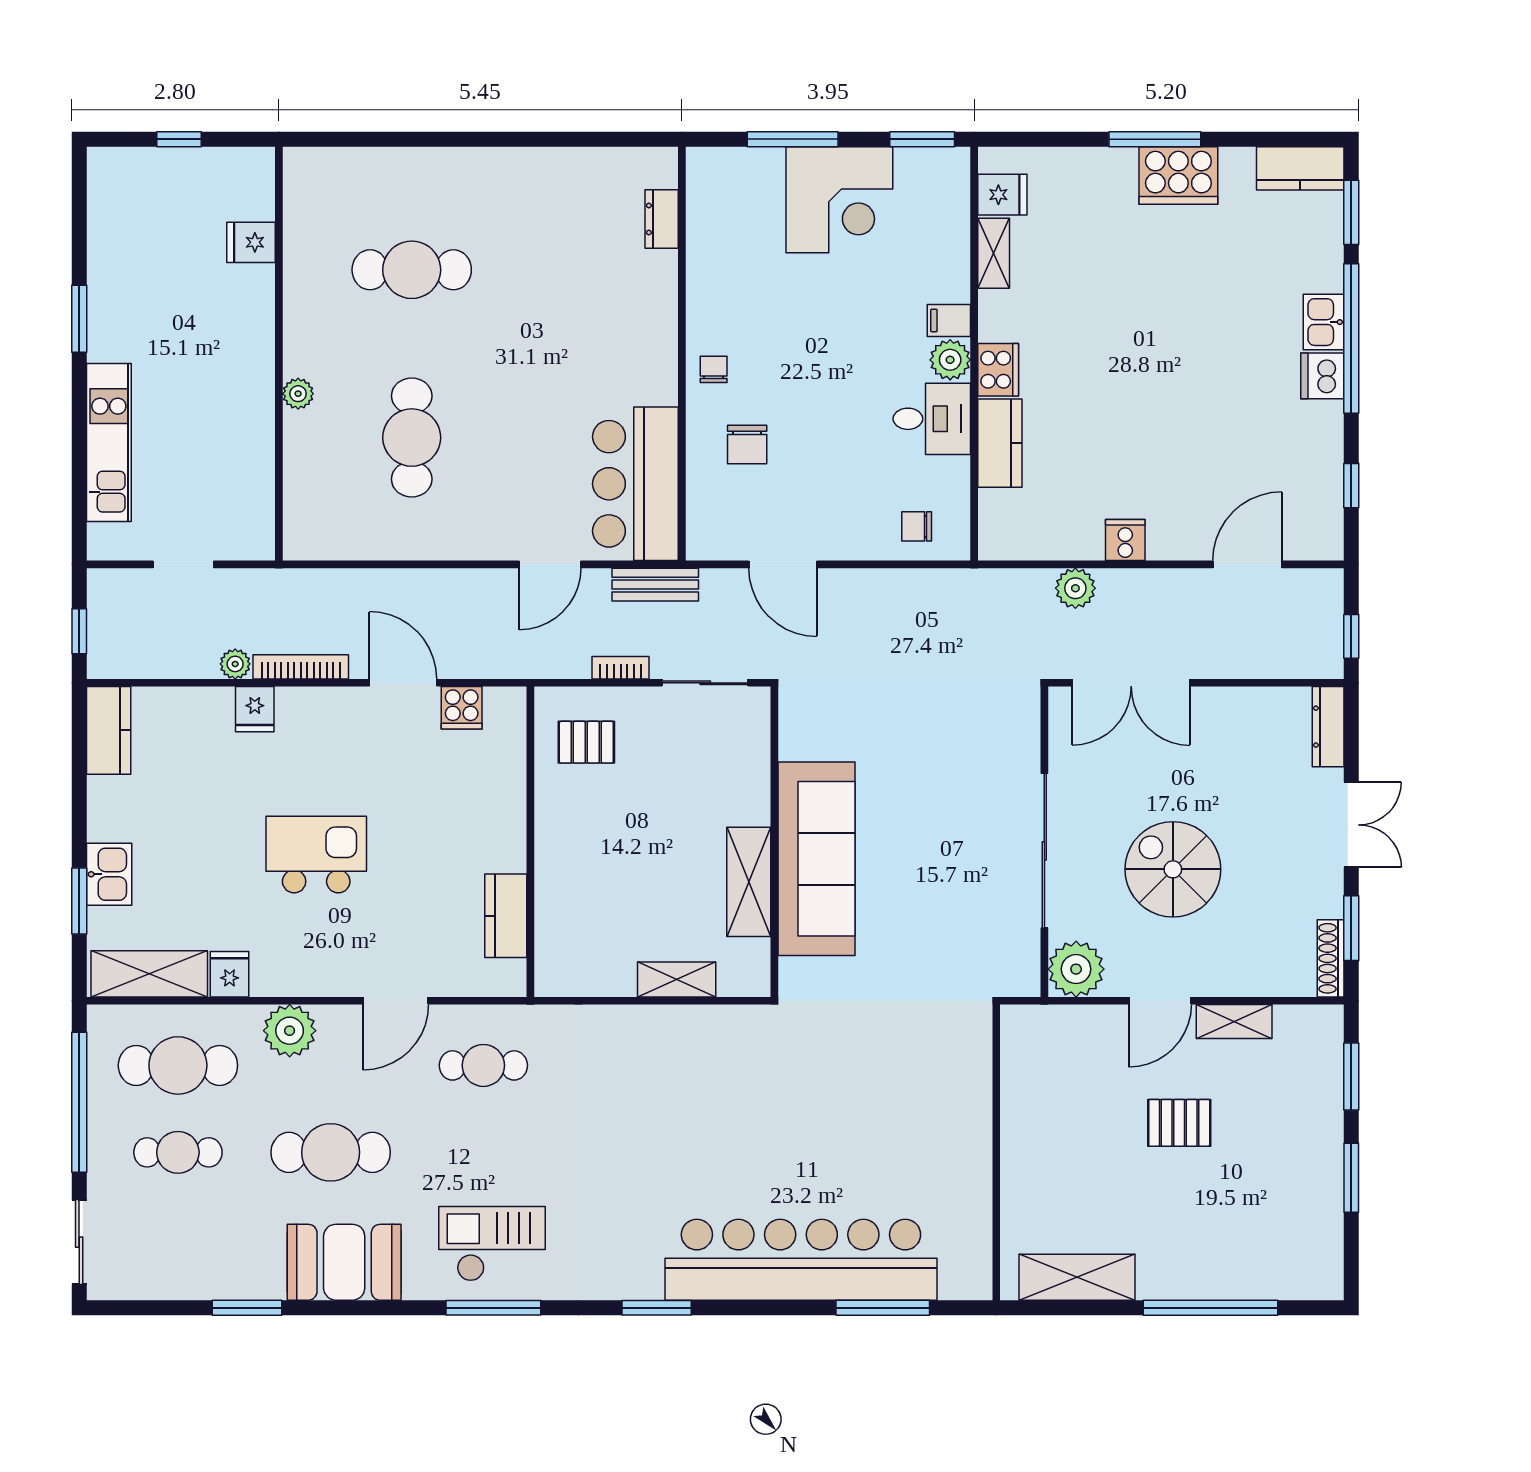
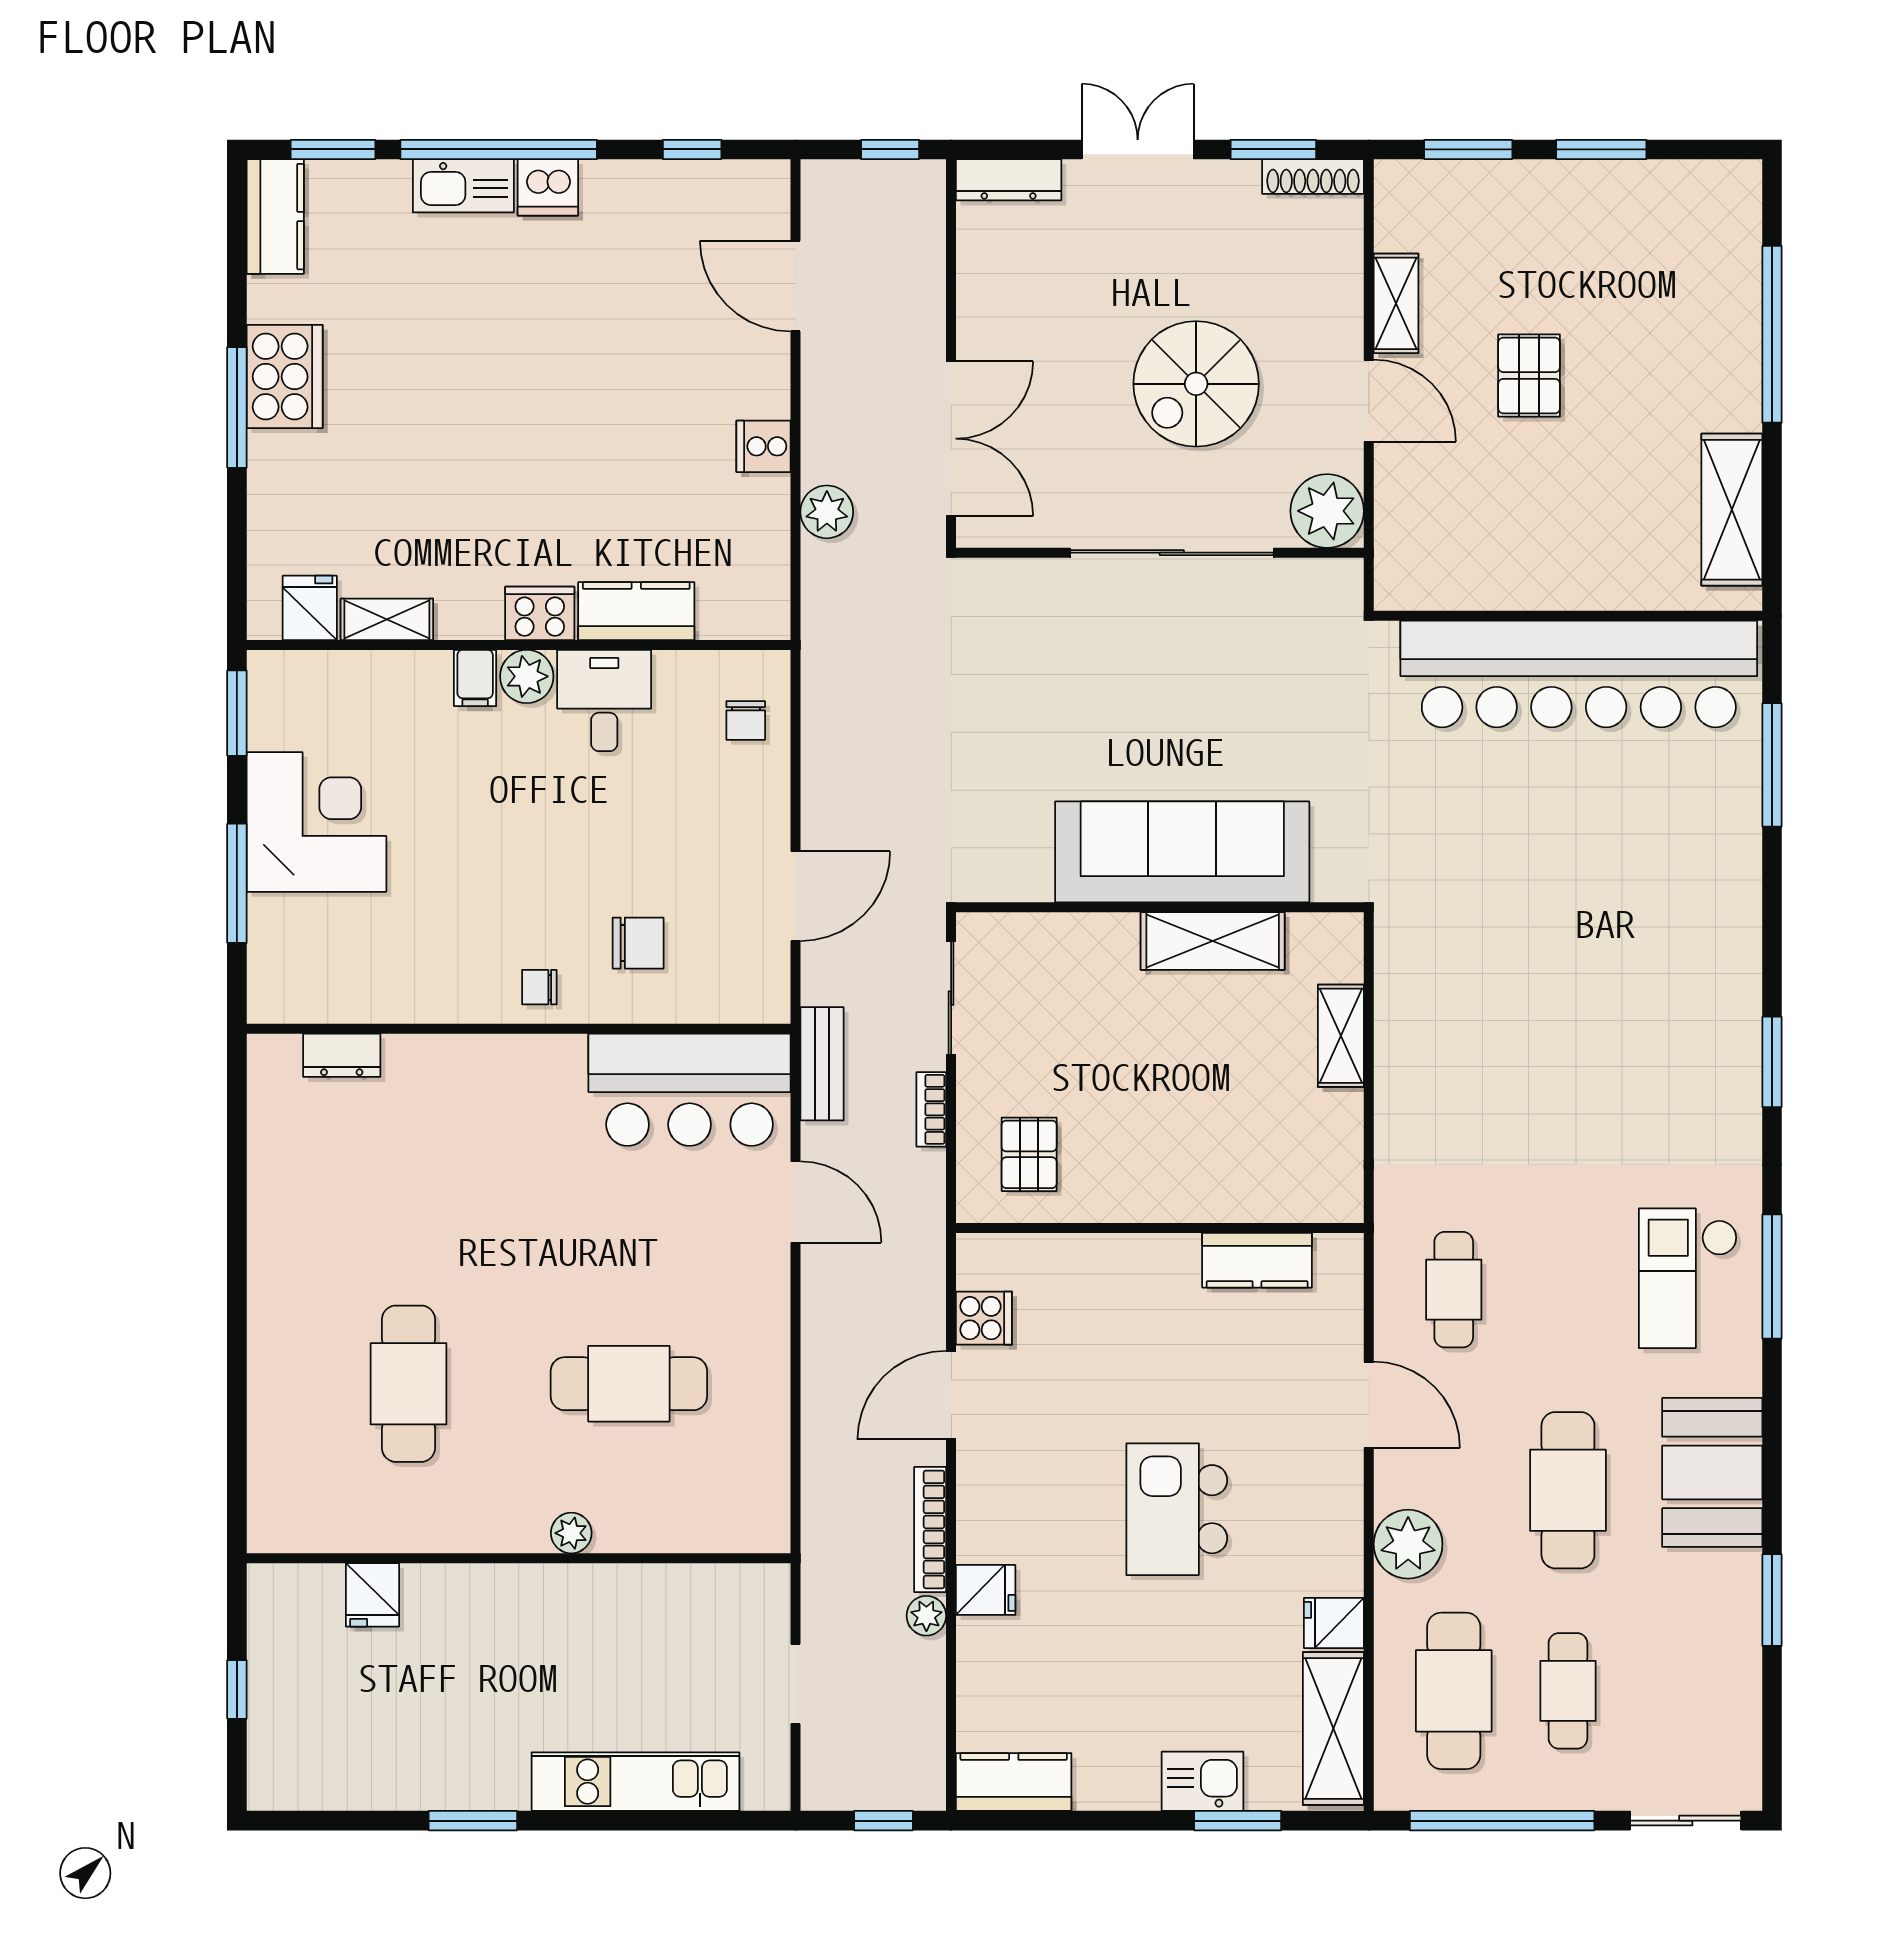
kitchen sink: (1324, 322) -> (463, 186), width x1.38
bar counter: (801, 1260) -> (1579, 674), moved, turned -90

